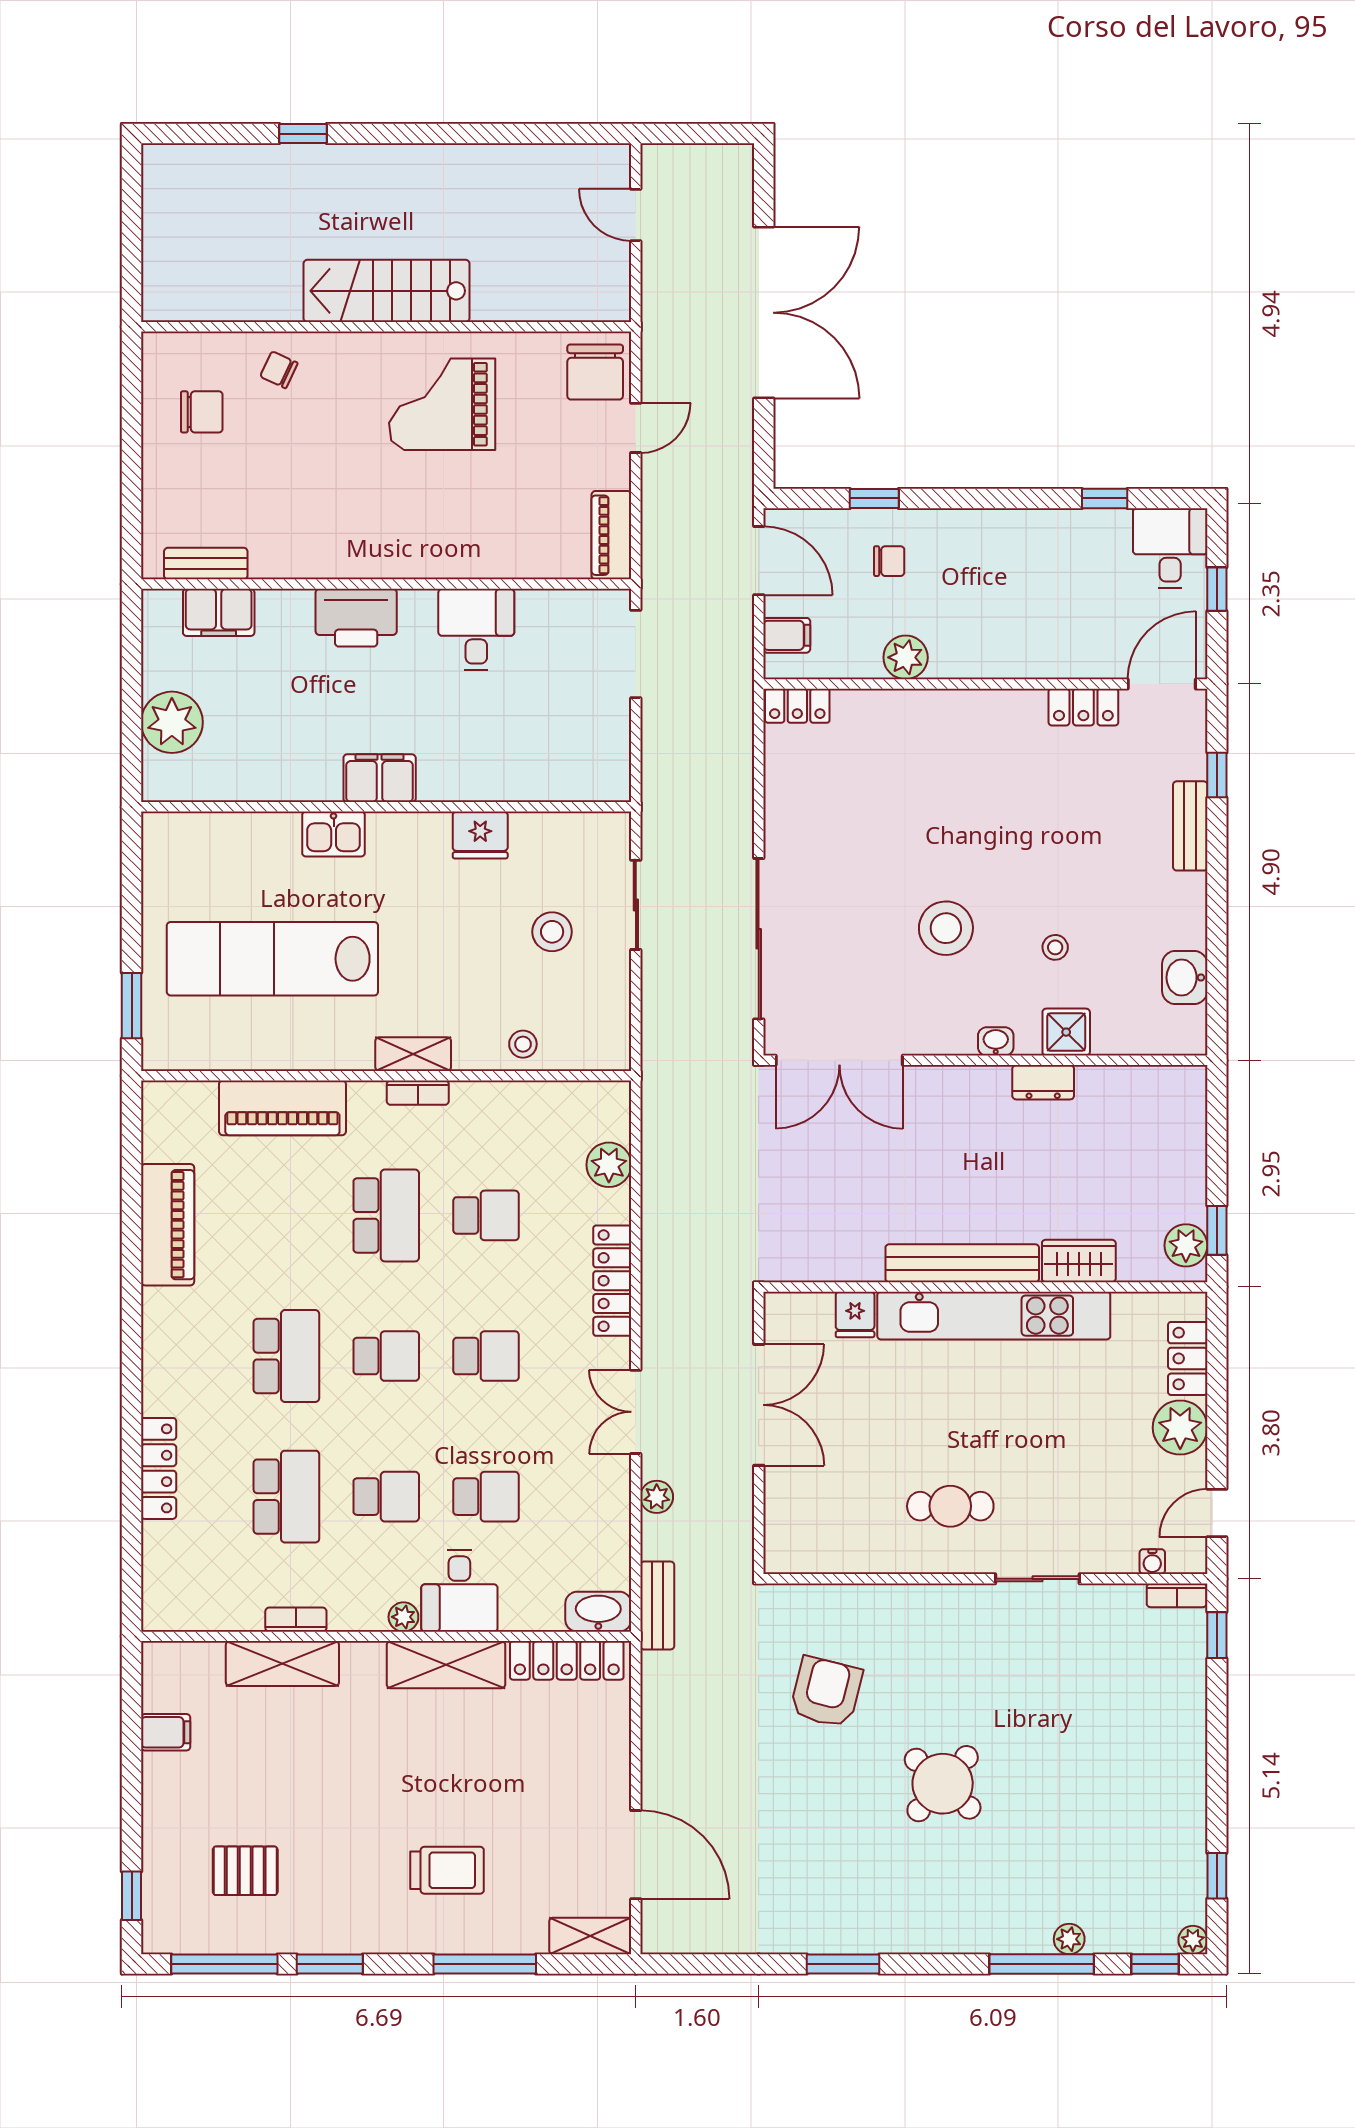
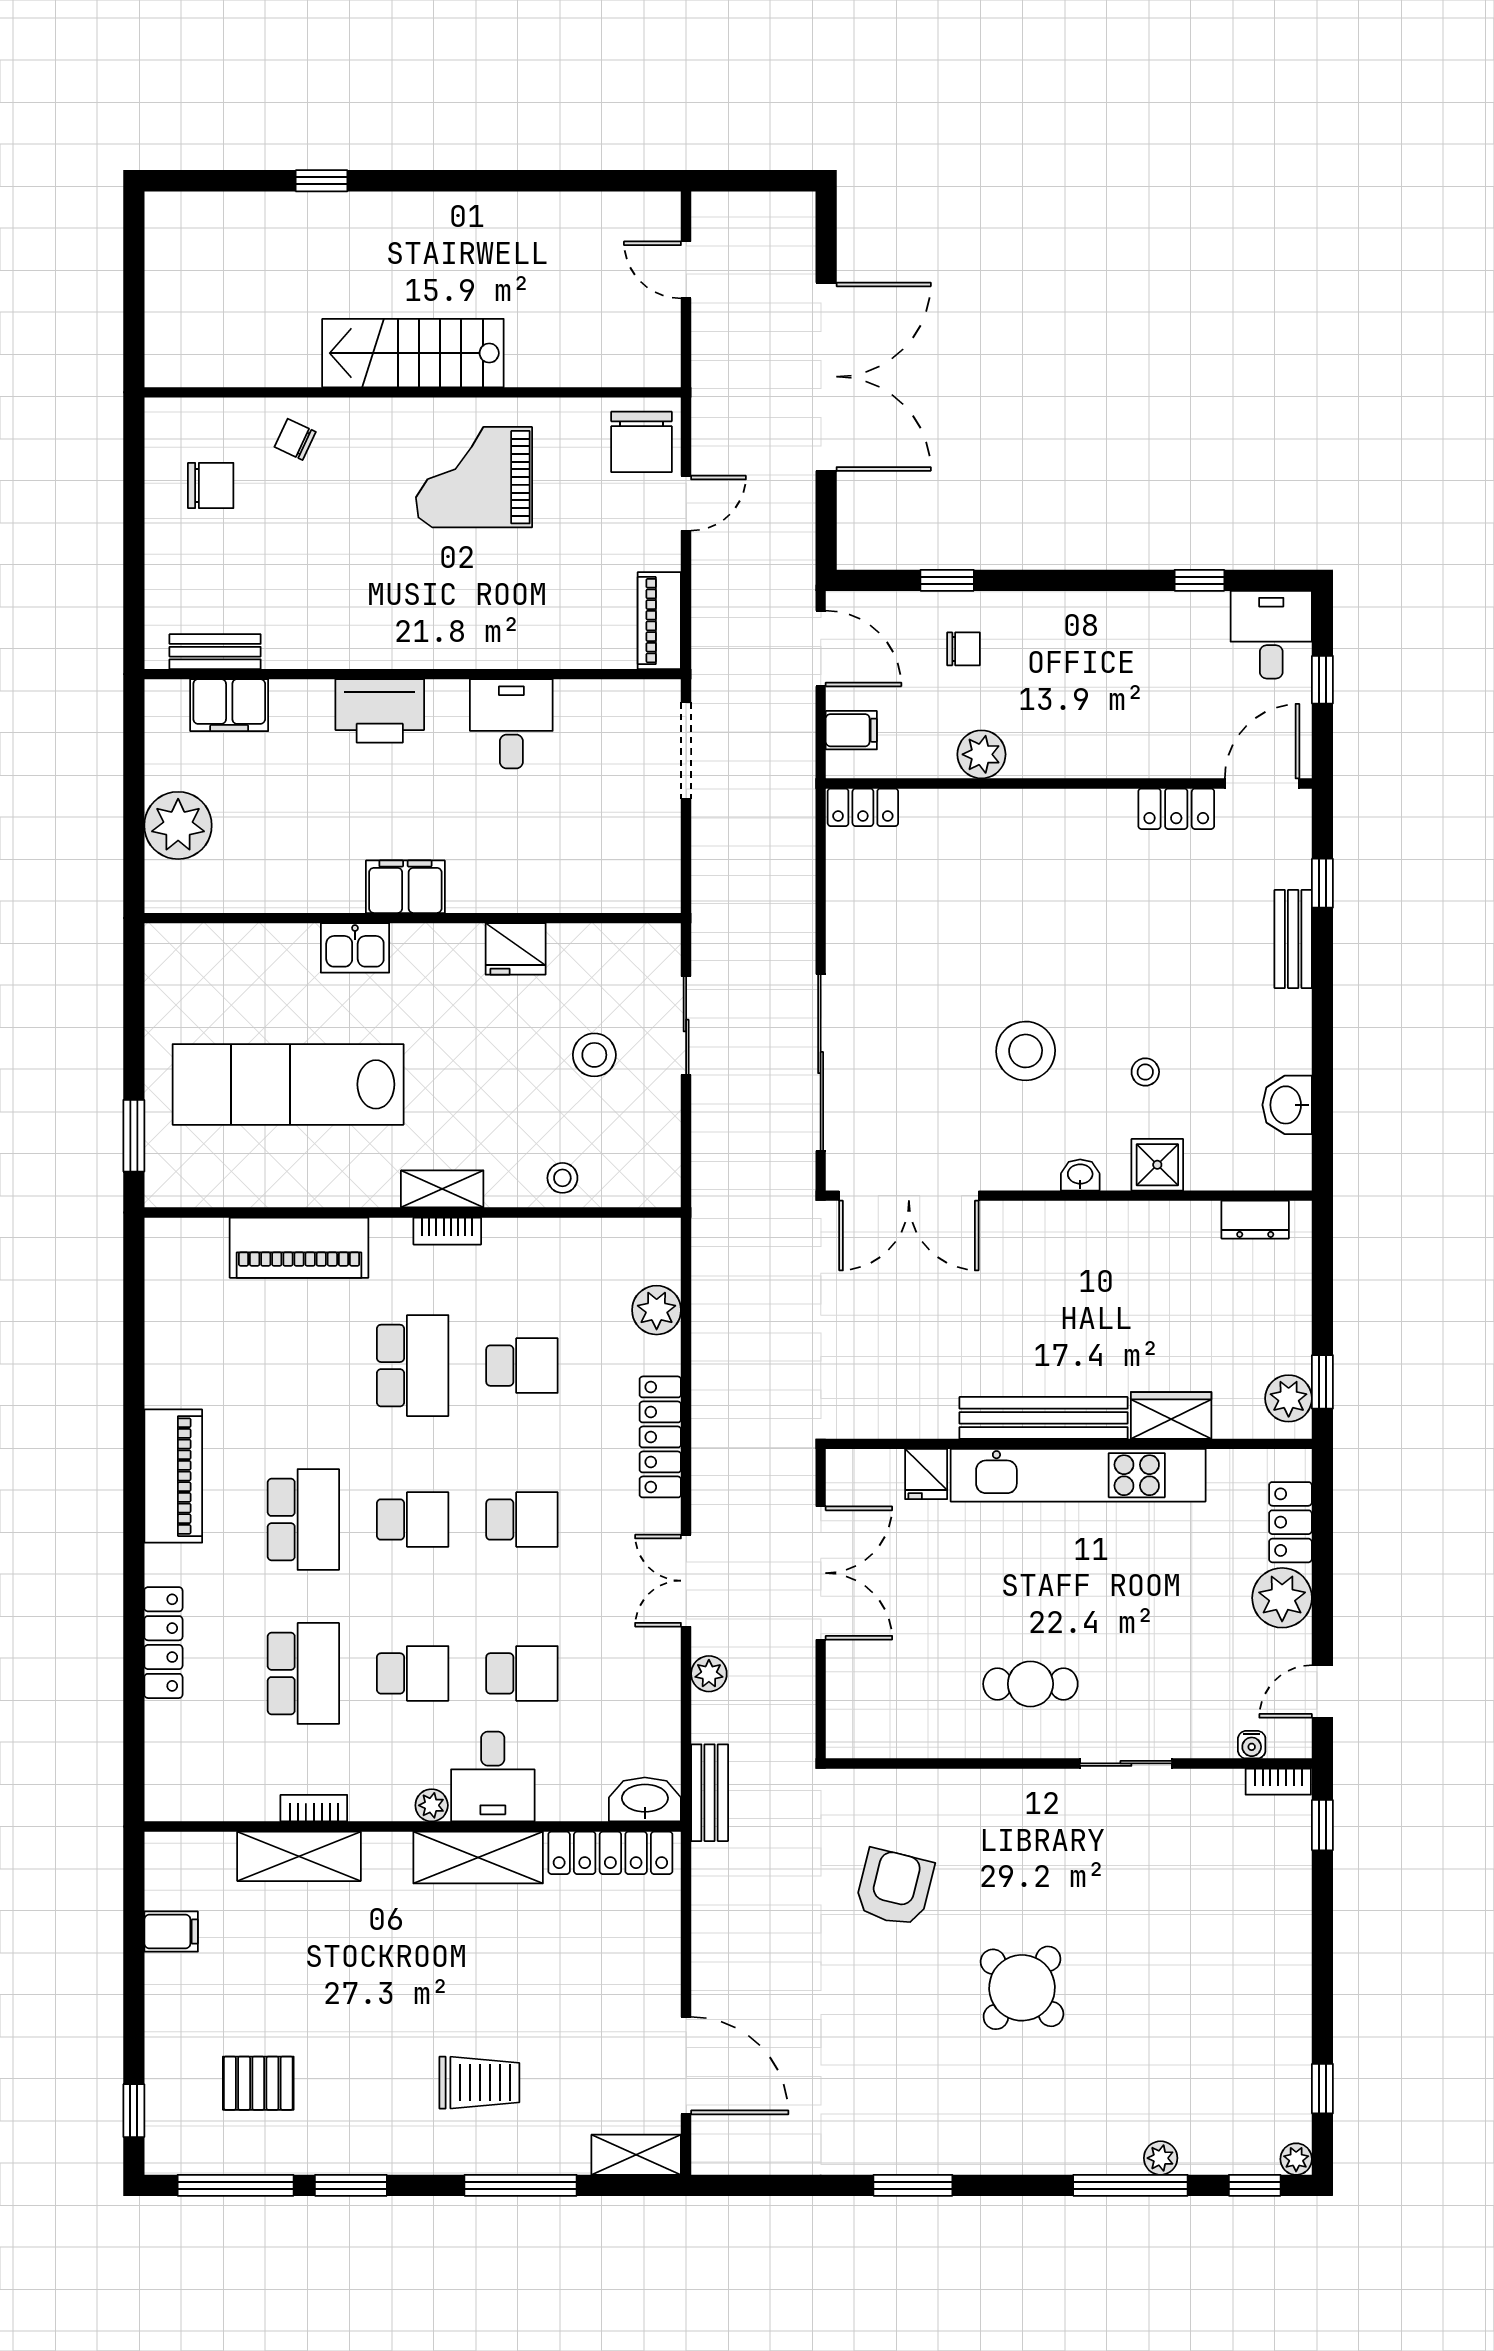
dresser: (1043, 1082) -> (1255, 1220), moved
piano: (168, 1225) -> (173, 1476), moved

